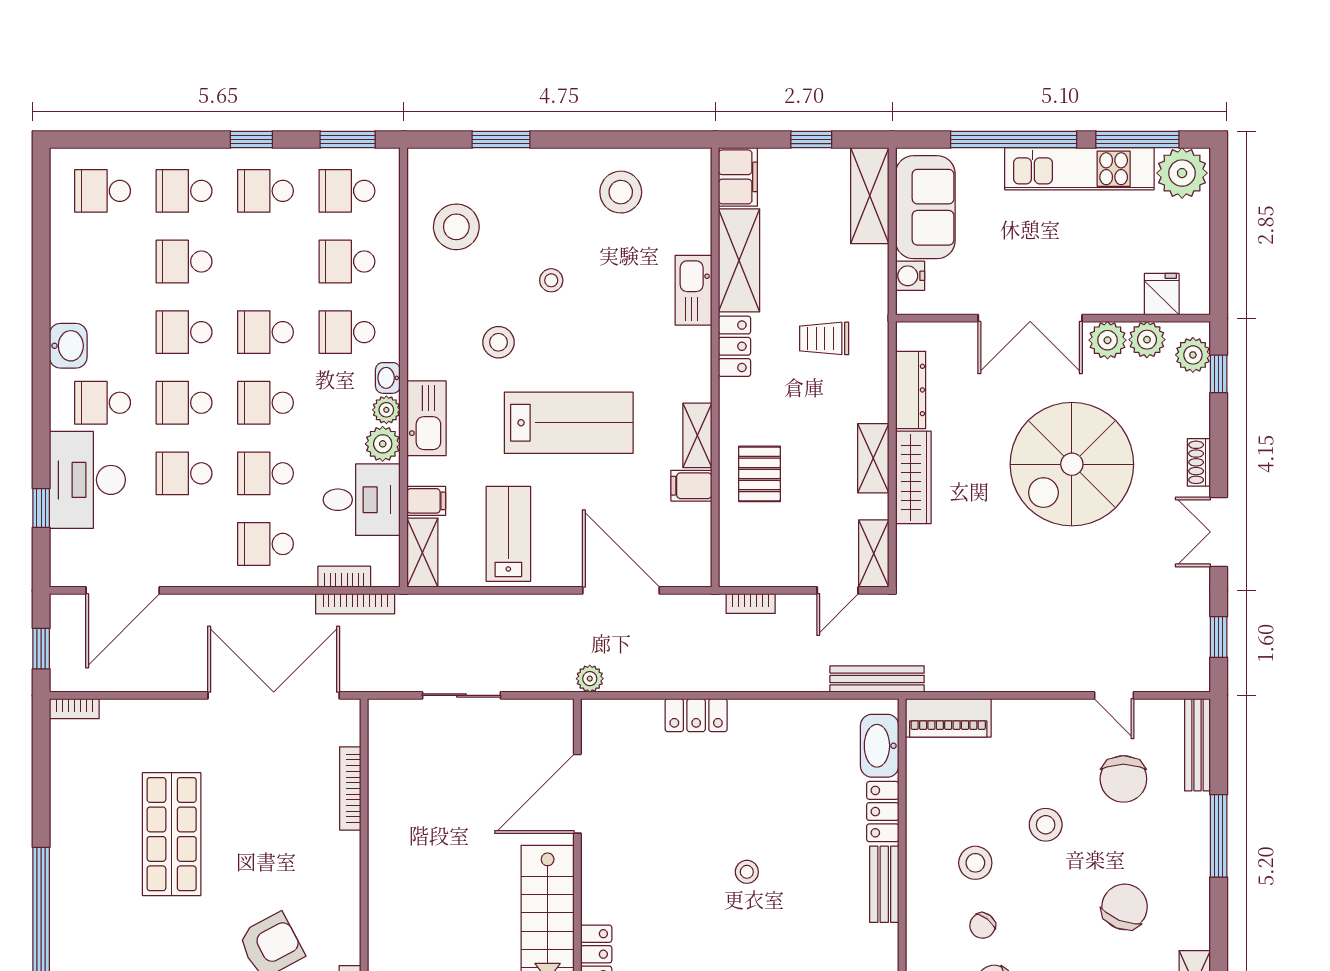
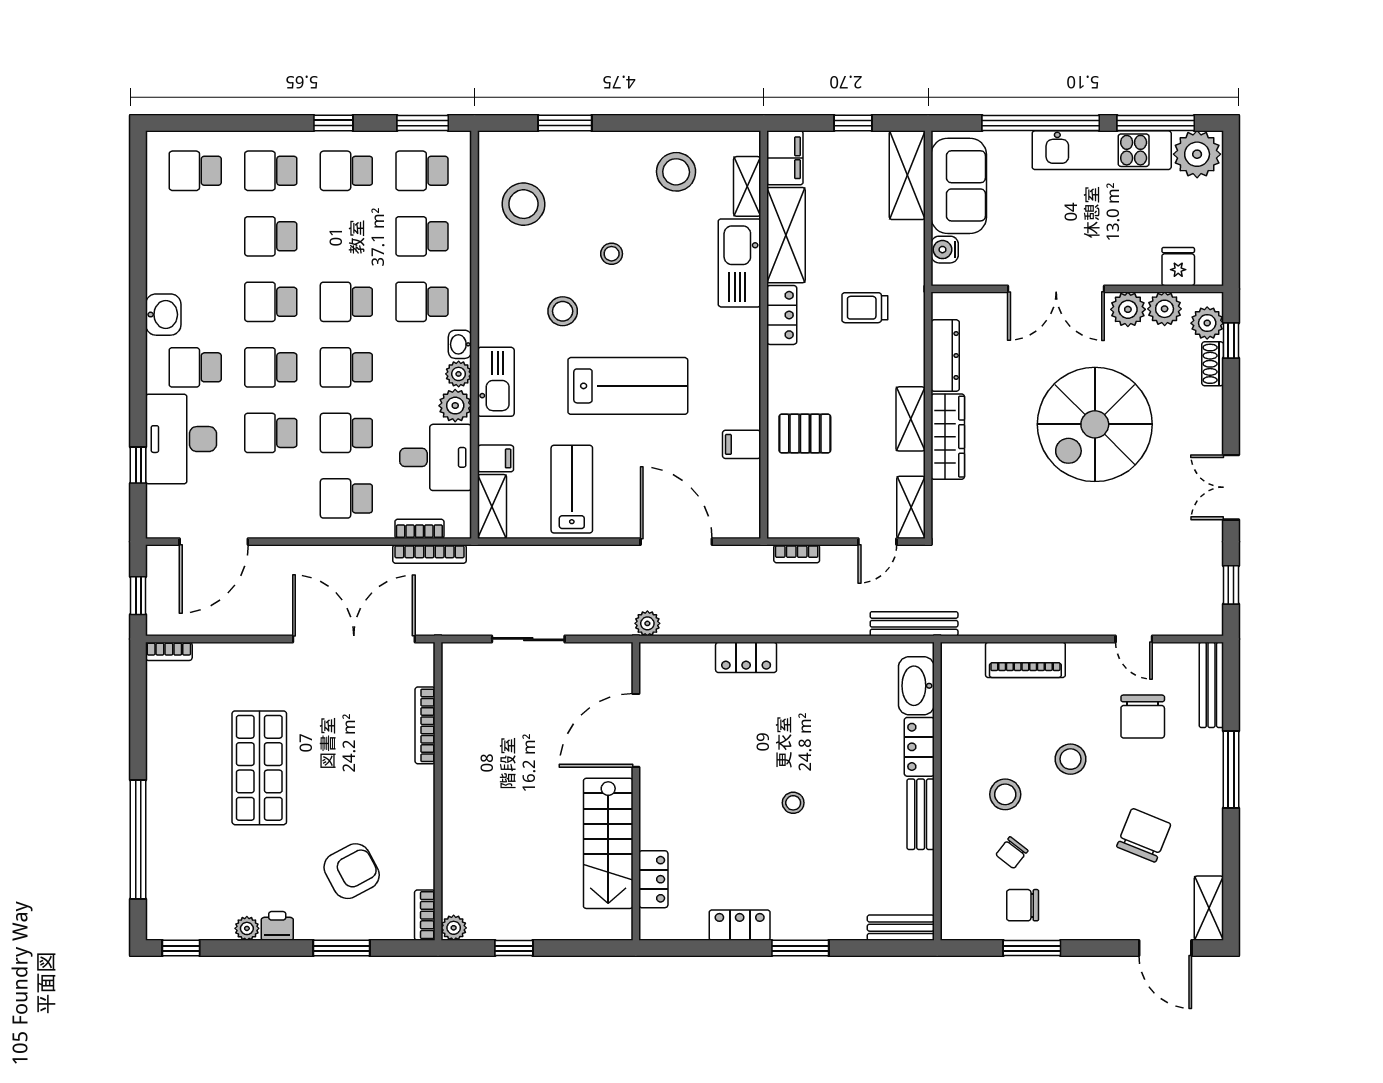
kitchen sink: (693, 290) -> (739, 263), width x1.36, depth x1.24
shelving: (697, 435) -> (747, 186), moved
shoe rack: (1199, 462) -> (1213, 364), moved
pallet: (759, 474) -> (805, 434), turned 90
piano: (948, 718) -> (1025, 660), moved

